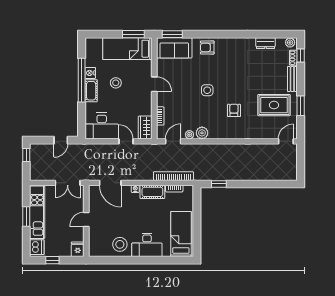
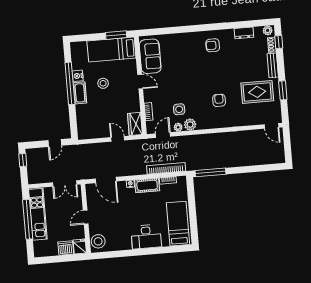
window: (172, 34) -> (153, 32), removed
sofa: (174, 48) -> (150, 56), moved, turned -90
armchair: (207, 48) -> (213, 45), moved
side table: (207, 90) -> (179, 109), moved
desk: (102, 126) -> (93, 126), removed
door: (286, 141) -> (271, 126), swing flipped
window: (219, 184) -> (210, 172), width x2.17
window: (26, 216) -> (28, 219), width x2.11
stool: (120, 244) -> (98, 241), moved
dishwasher: (37, 247) -> (66, 248), moved, turned -90
window: (52, 260) -> (56, 259), removed

